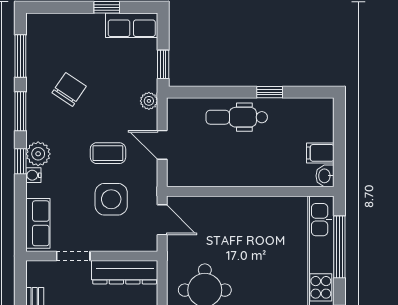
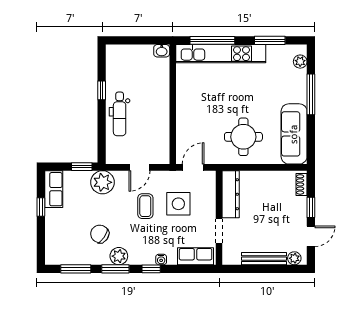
plant: (149, 101) -> (102, 182), width x1.88, depth x1.88
filing cabinet: (320, 153) -> (145, 54), removed
plant: (38, 154) -> (119, 256), moved

